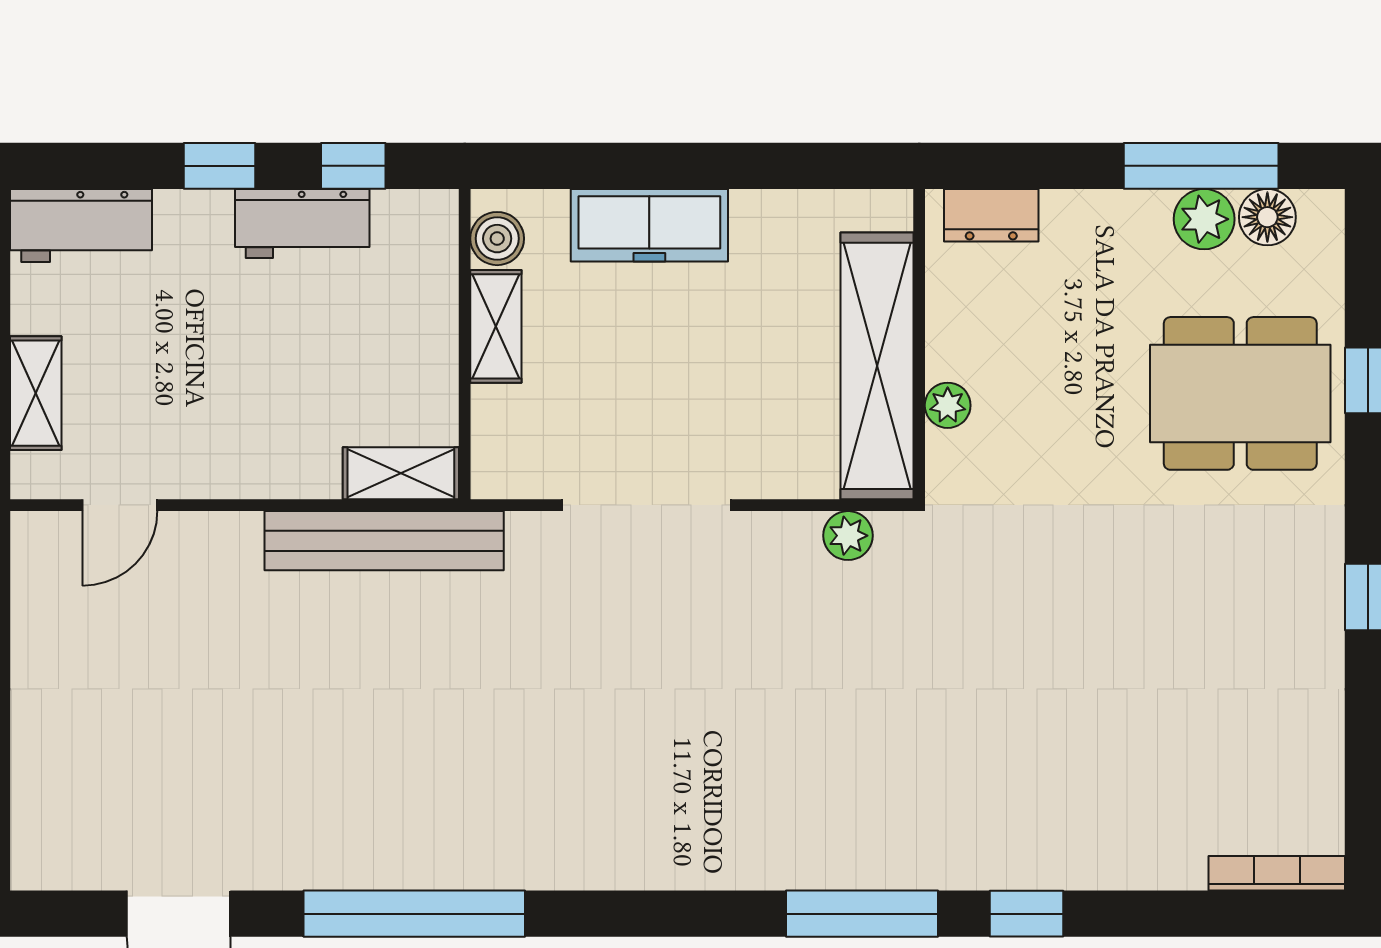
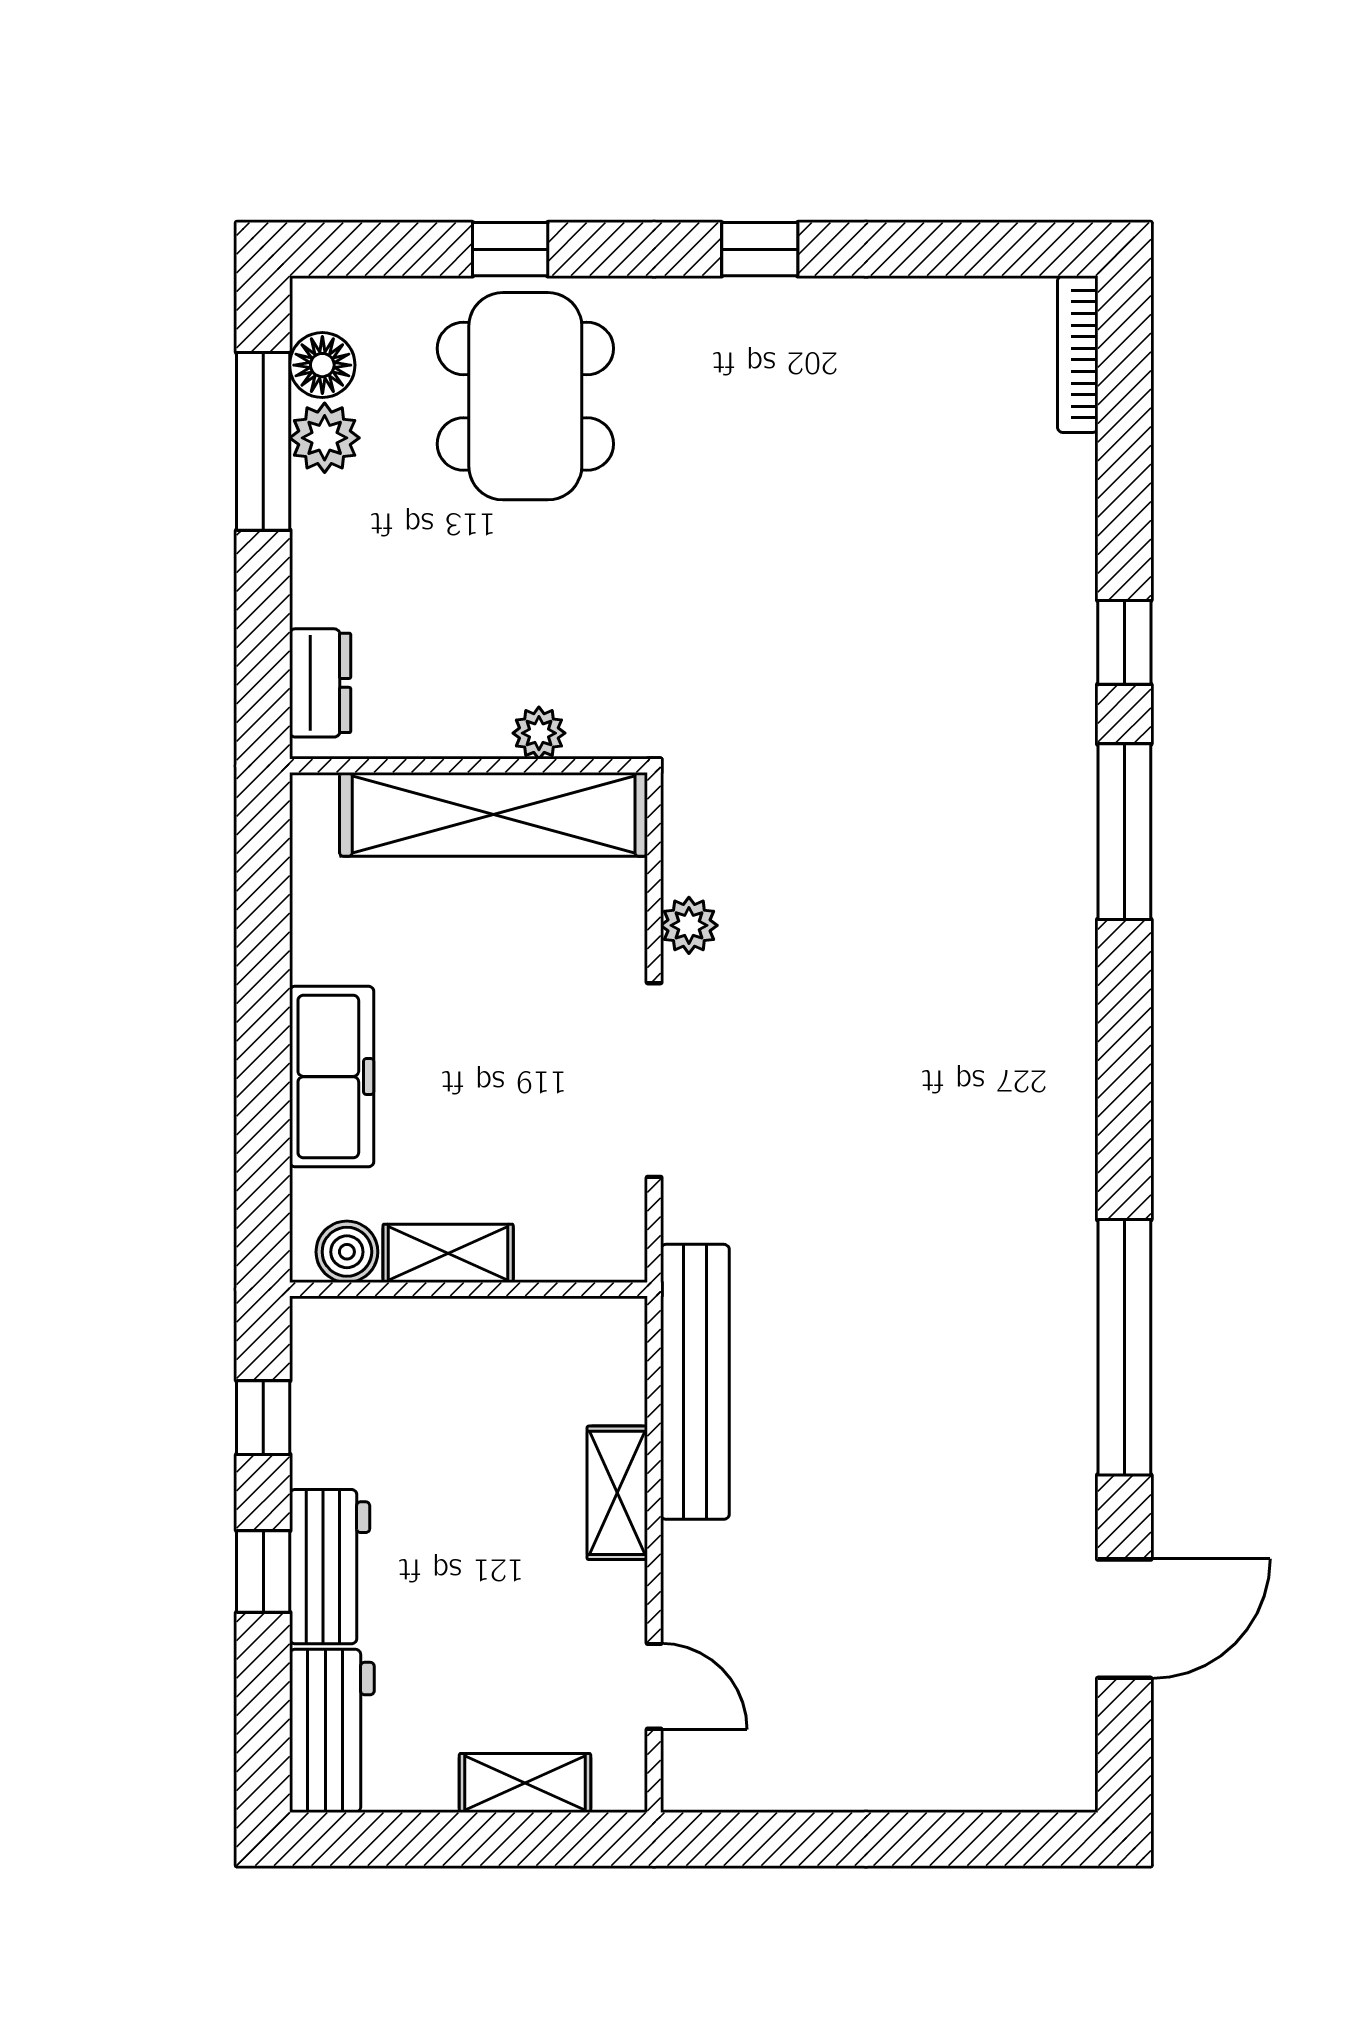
workbench: (302, 223) -> (330, 1567), moved
shelving: (401, 473) -> (617, 1493), moved
plant: (848, 536) -> (689, 925), moved

